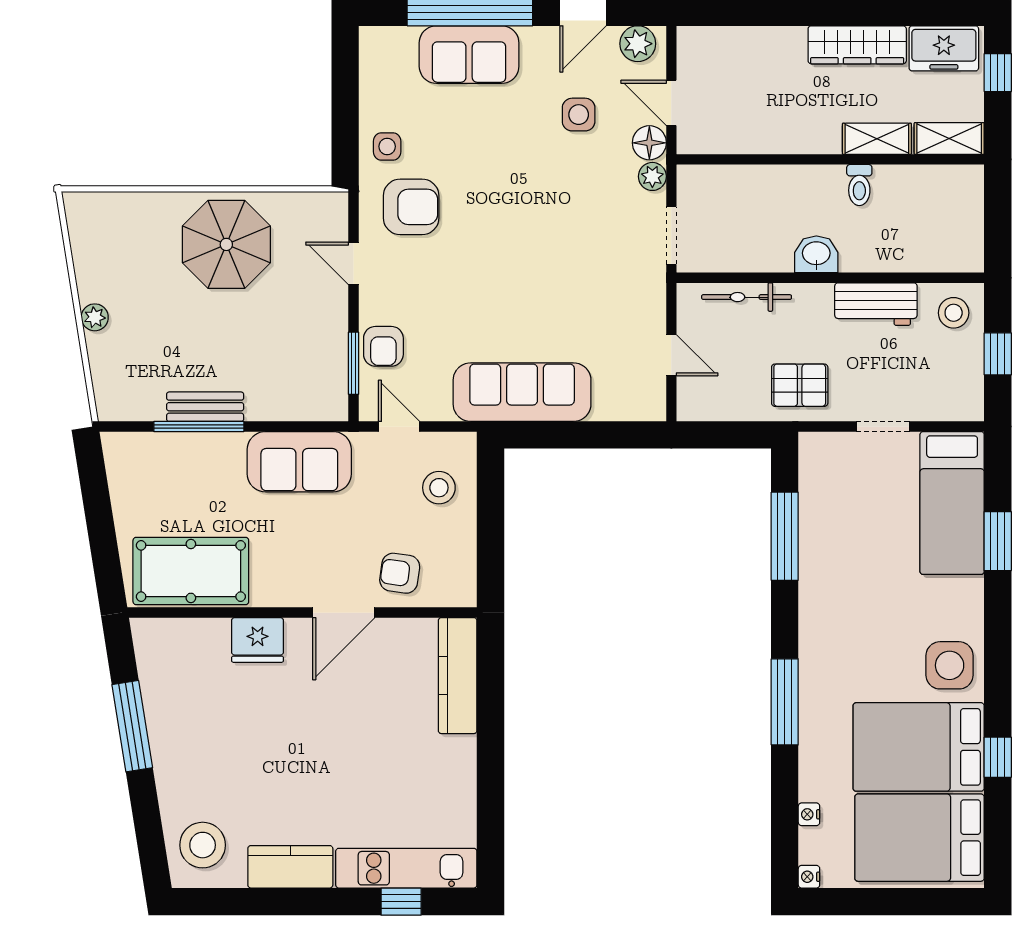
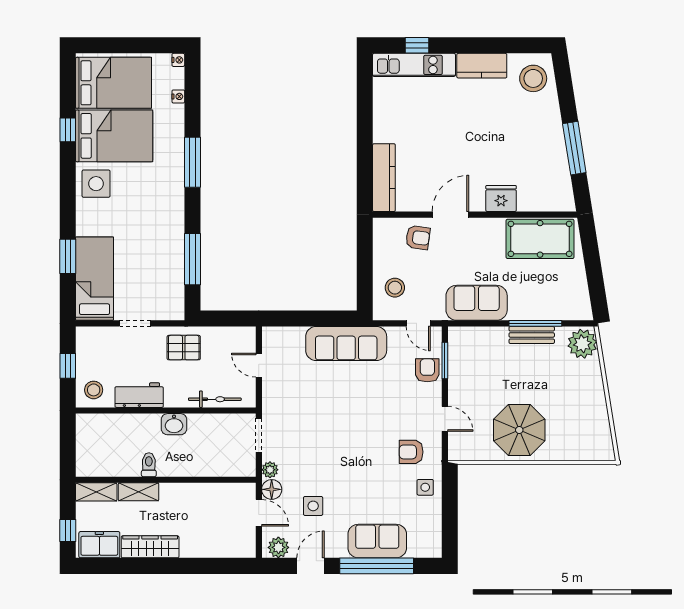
armchair: (411, 207) -> (411, 452), width x0.72, depth x0.72
plant: (95, 317) -> (582, 344), moved, width x1.88, depth x1.88

